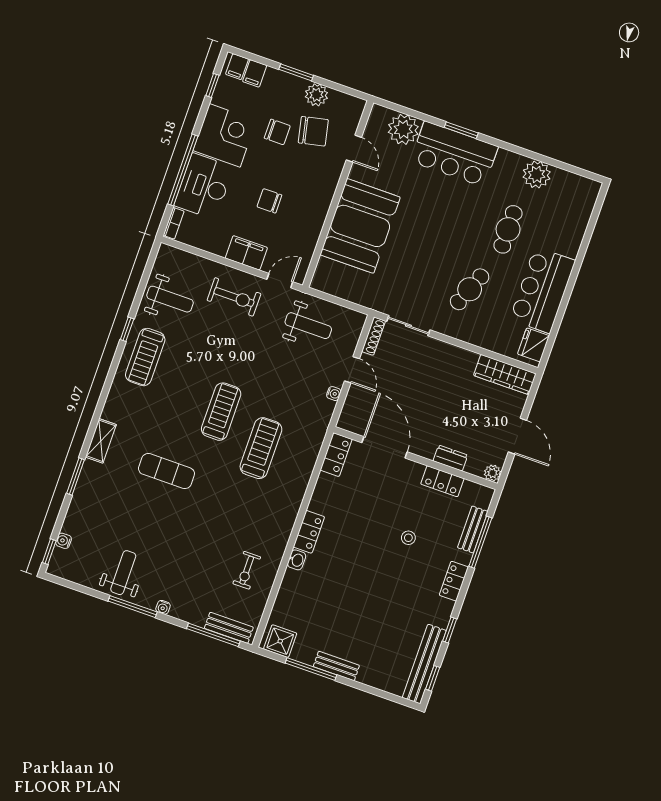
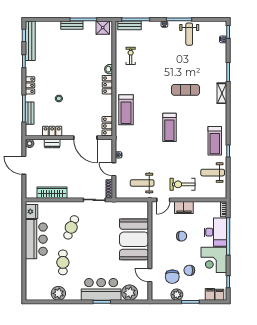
chair: (313, 131) -> (172, 277), turned -78
treadmill: (145, 357) -> (215, 141), turned 180
wardrobe: (505, 375) -> (52, 193), moved
treadmill: (261, 448) -> (126, 110), moved

